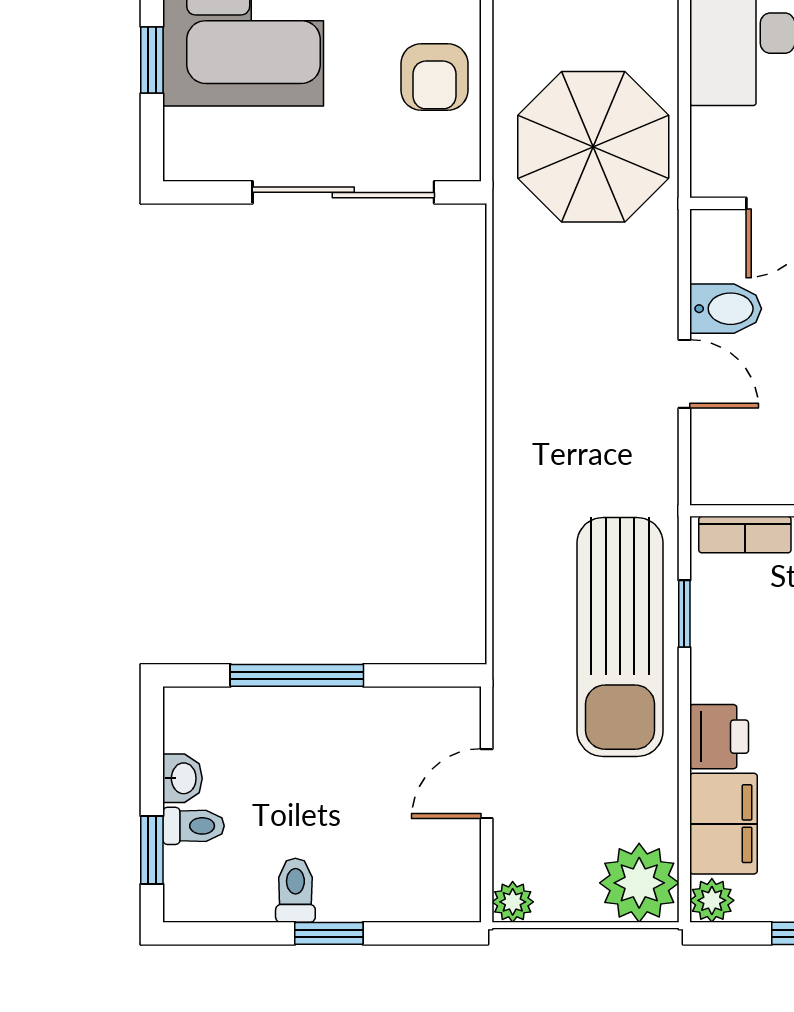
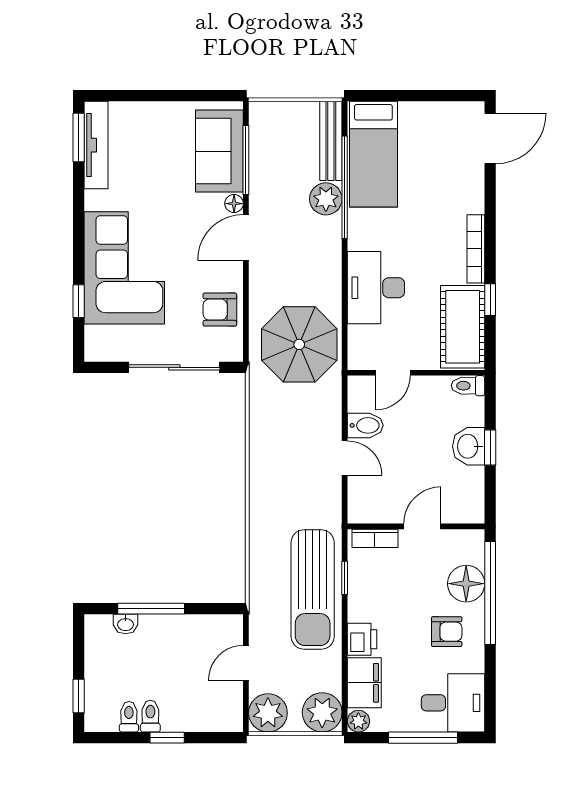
armchair: (434, 77) -> (220, 310), turned 90
washbasin: (183, 778) -> (126, 624), moved, turned 90
toilet: (194, 826) -> (129, 717), moved, turned -90
plant: (513, 902) -> (268, 713), width x1.88, depth x1.88

